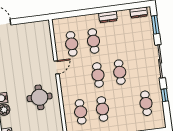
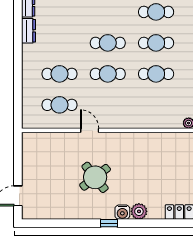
dresser: (108, 17) -> (29, 31), moved
round table: (39, 97) -> (95, 177), moved, turned -38
cafe table: (81, 112) -> (156, 43), moved

